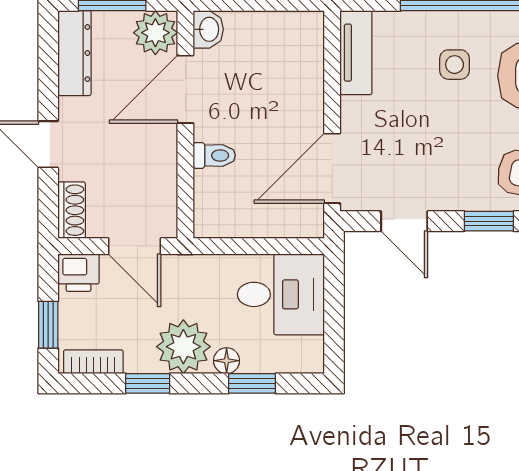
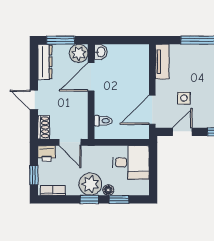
side table: (455, 65) -> (184, 98), moved
toilet: (214, 155) -> (103, 121), moved
door: (404, 221) -> (182, 132), swing flipped
window: (148, 383) -> (89, 199), moved

